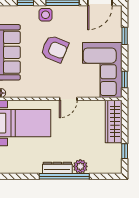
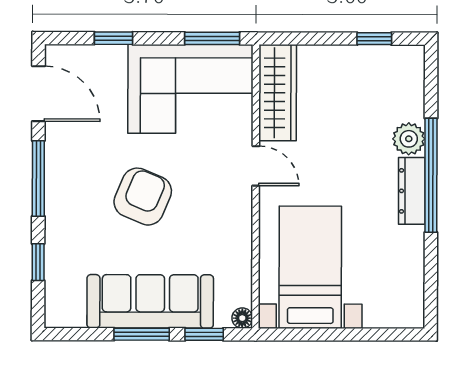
side table: (46, 15) -> (65, 217), removed
window: (125, 80) -> (212, 38), width x1.50
wardrobe: (114, 121) -> (278, 93), moved, turned -90

